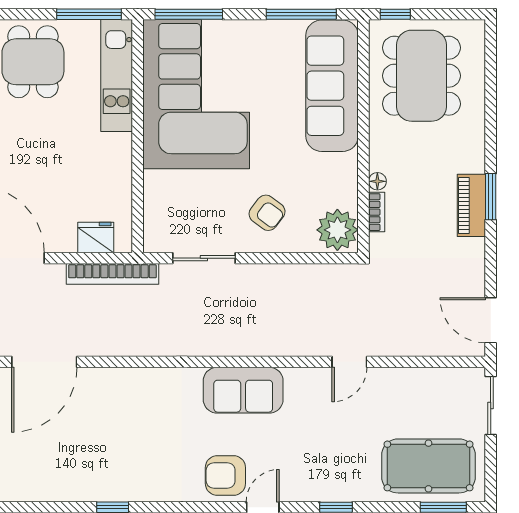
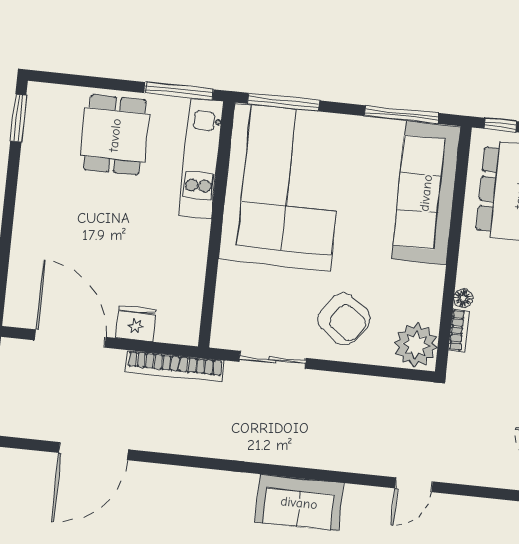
armchair: (267, 213) -> (344, 319), width x1.38, depth x1.38
fridge: (96, 238) -> (136, 324), moved

